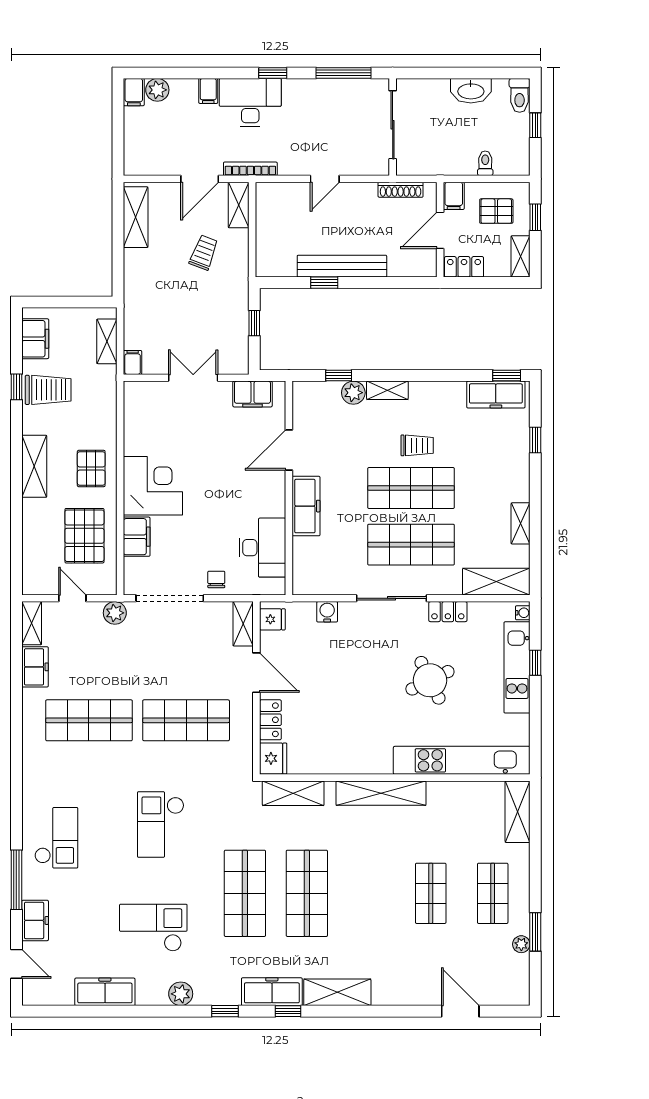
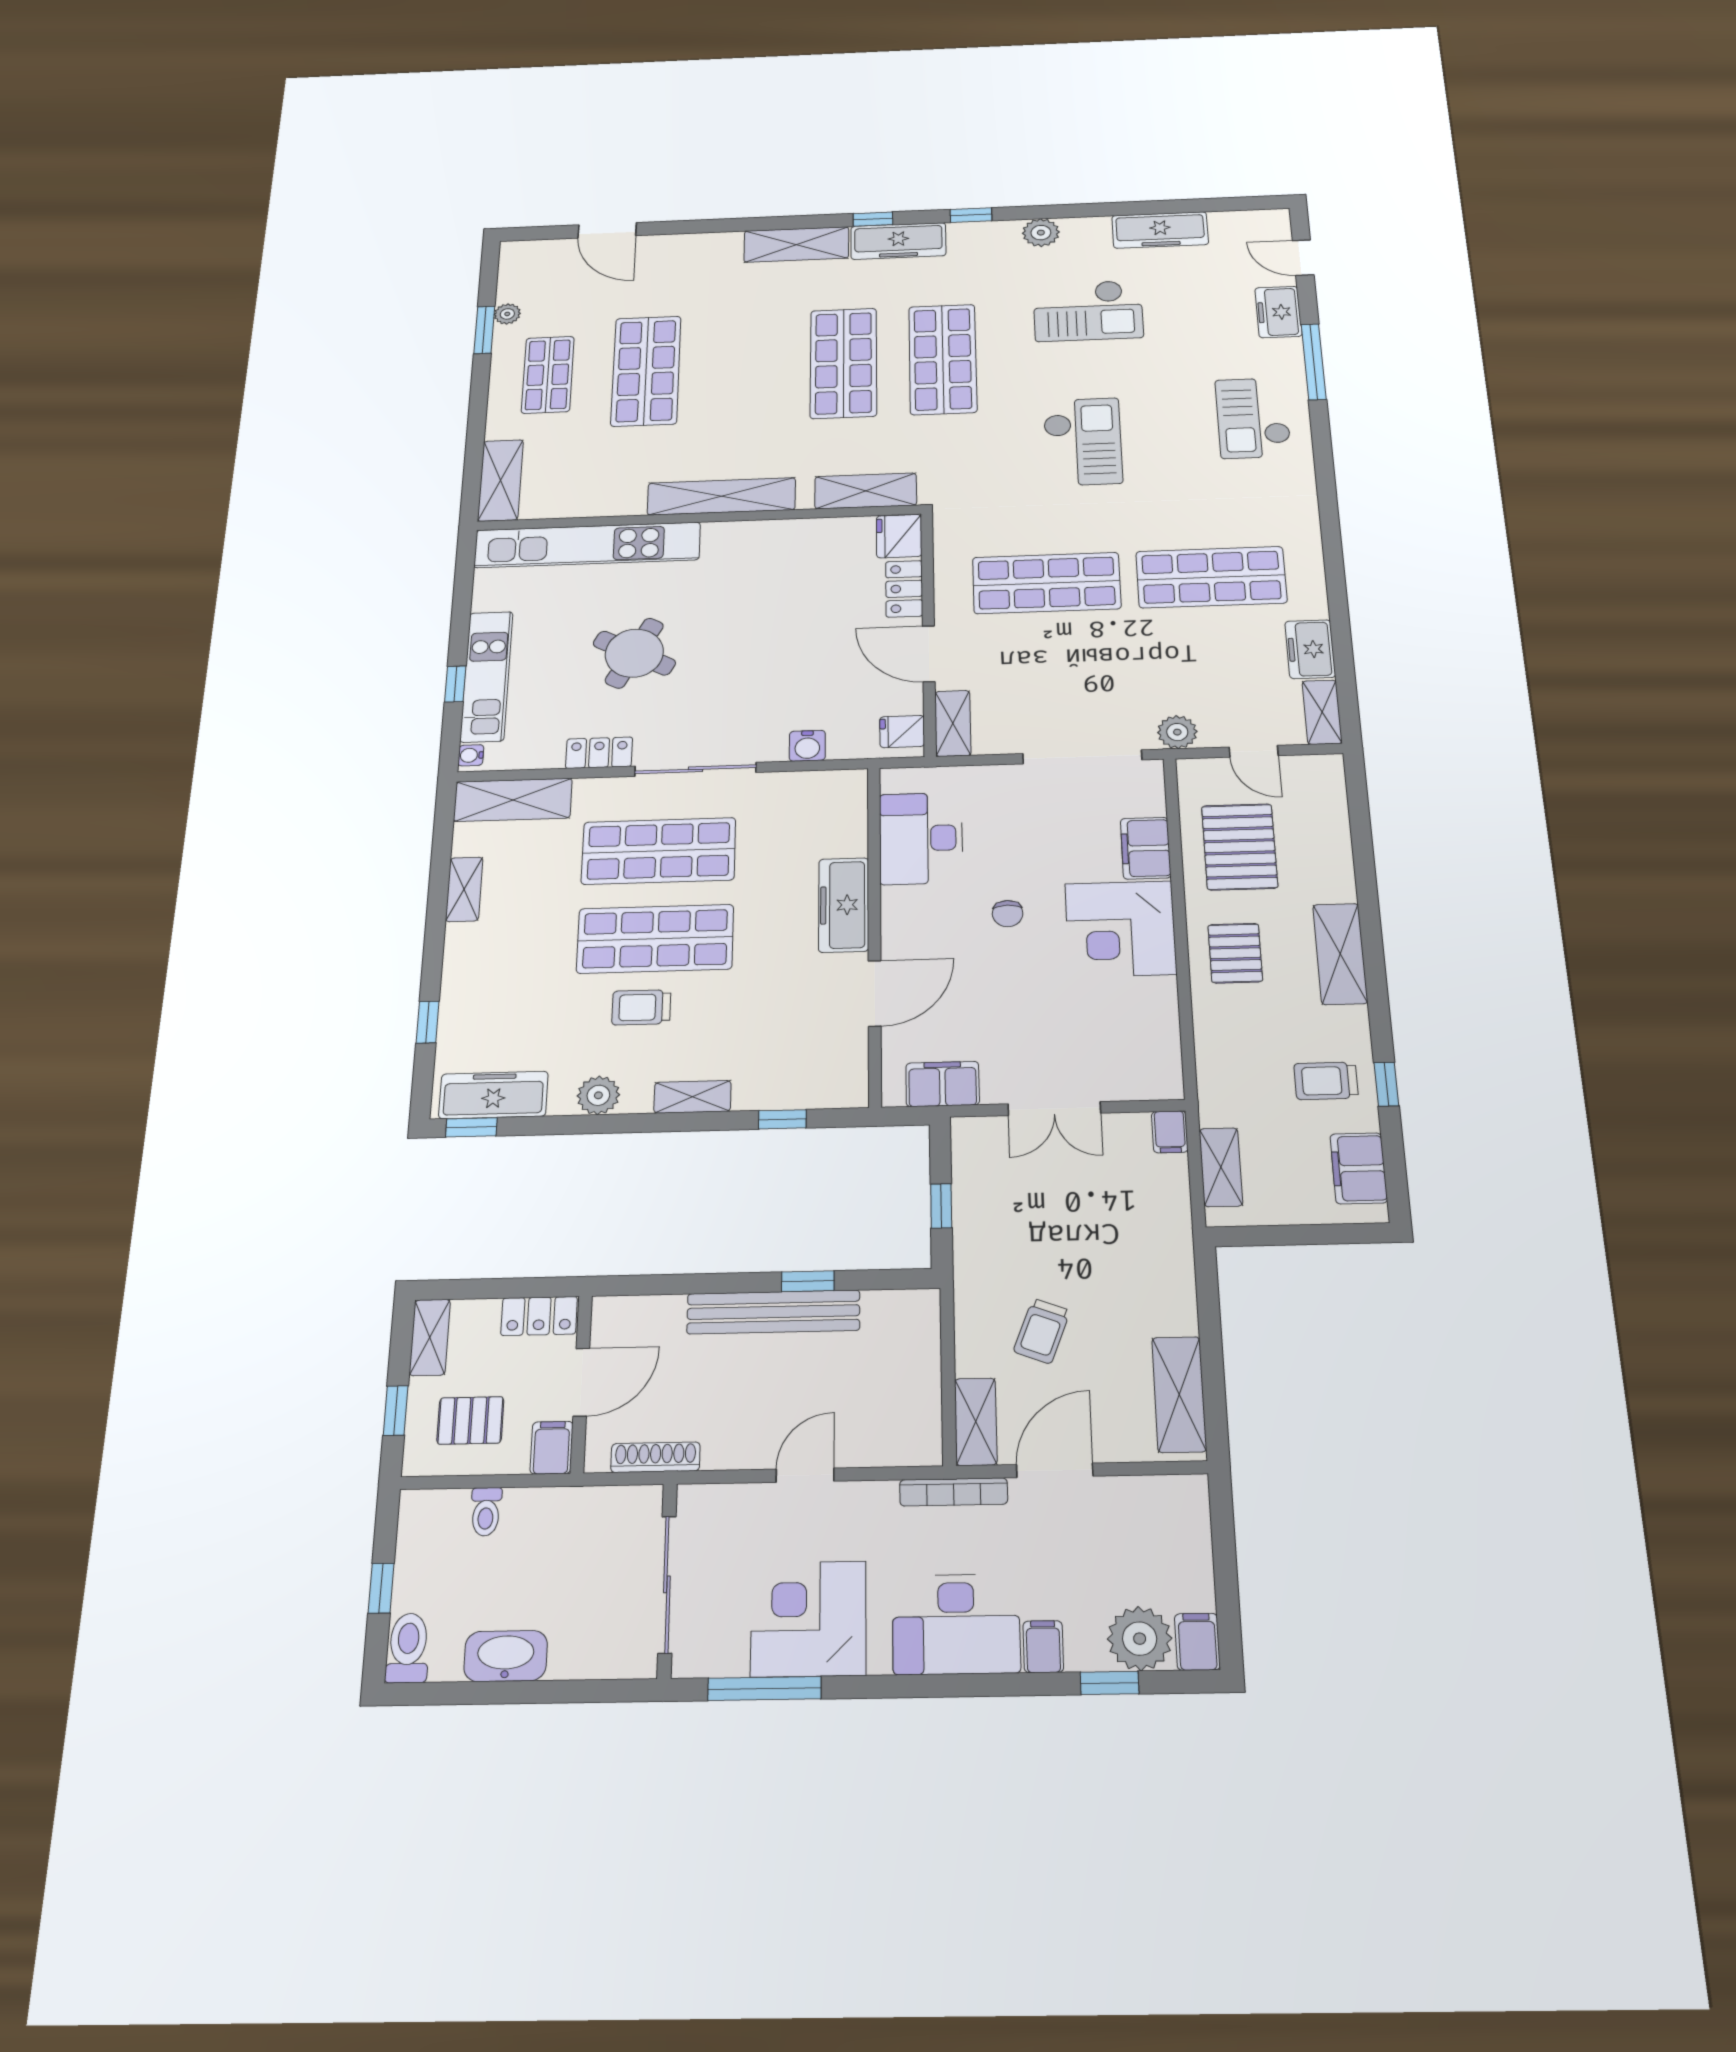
window: (273, 73) -> (1110, 1683), moved
plant: (157, 90) -> (1140, 1639), width x1.36, depth x1.36
corner desk: (322, 106) -> (808, 1619), added
trolley: (48, 390) -> (1326, 1081), width x0.73, depth x0.72
plant: (353, 393) -> (598, 1095), moved
chair: (216, 579) -> (1008, 914), moved
round table: (430, 680) -> (634, 653), turned -36
shop shelf: (431, 893) -> (646, 371), width x1.43, depth x1.36

